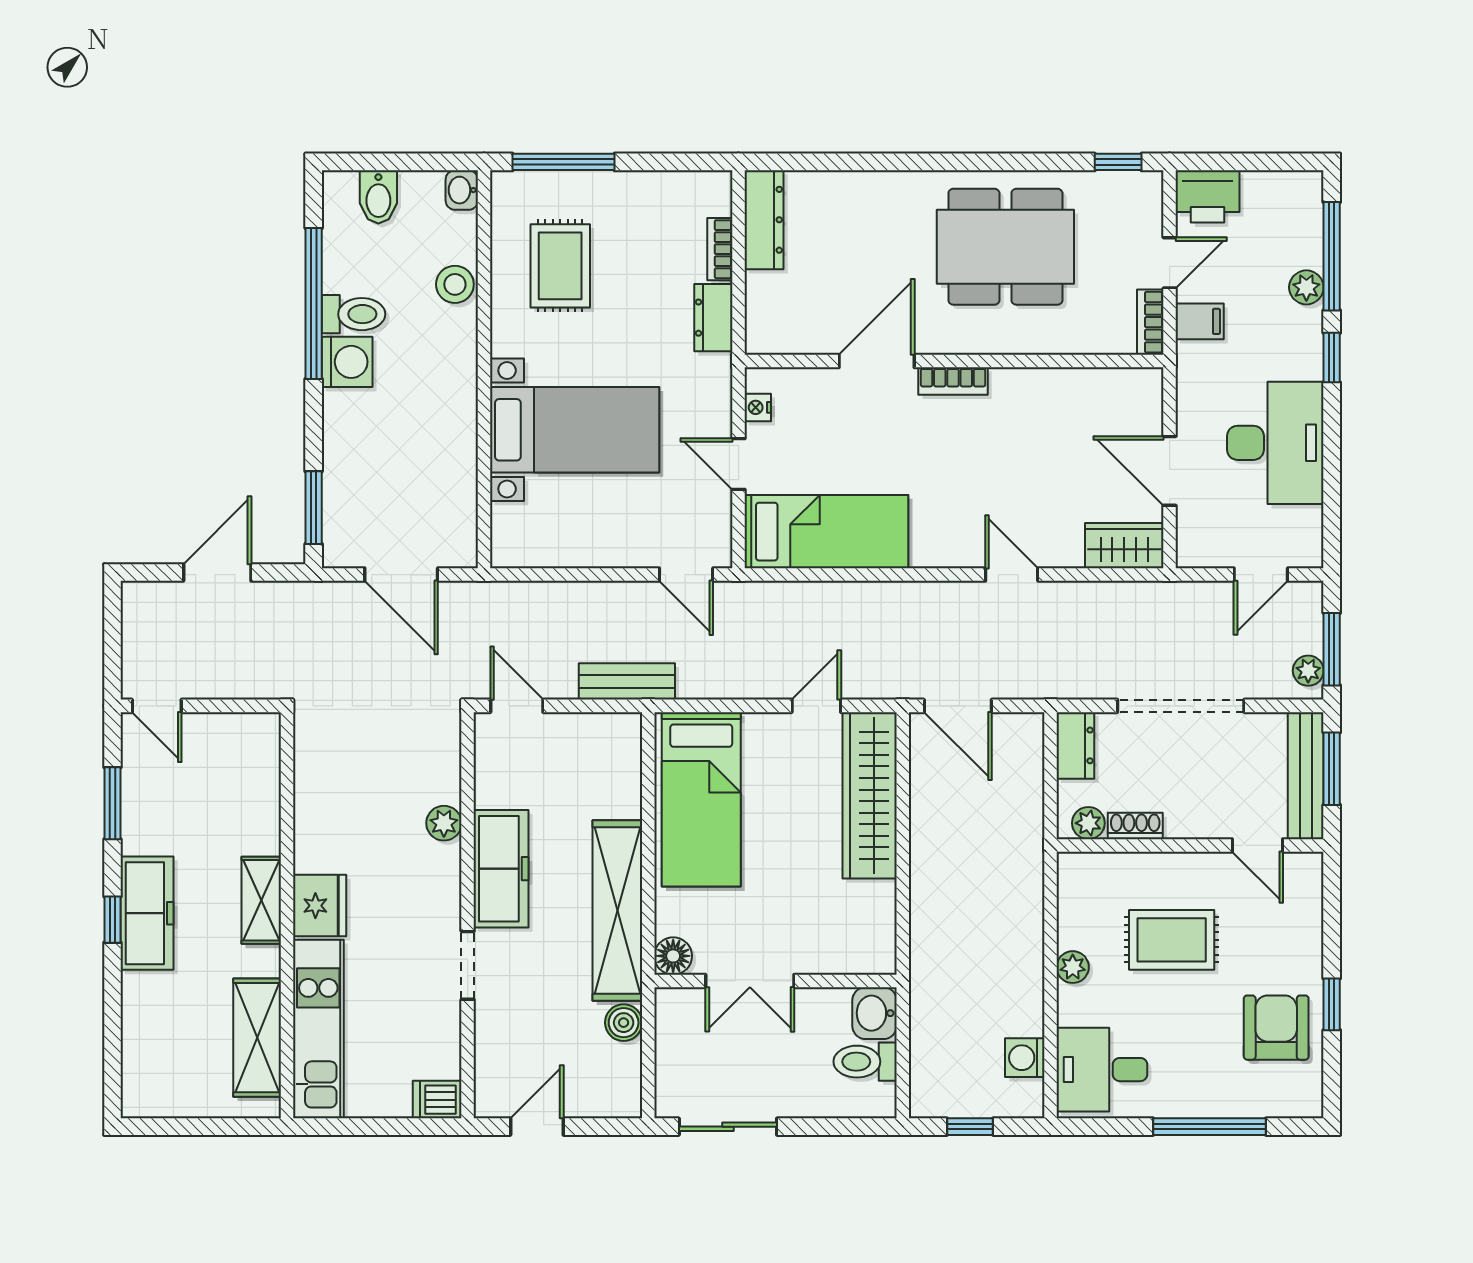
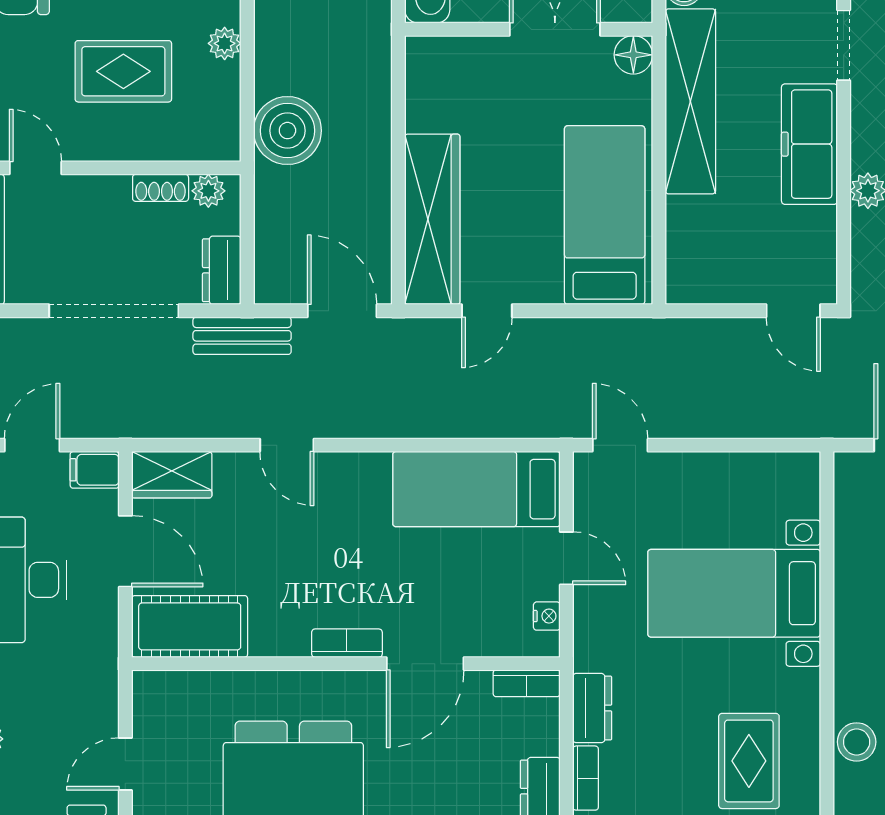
filing cabinet: (1200, 321) -> (95, 470), moved
bookcase: (1150, 322) -> (527, 683), moved, turned 90
cot: (1107, 397) -> (190, 626), added
bench: (627, 681) -> (242, 336), moved
boiler: (1011, 882) -> (287, 131), added

